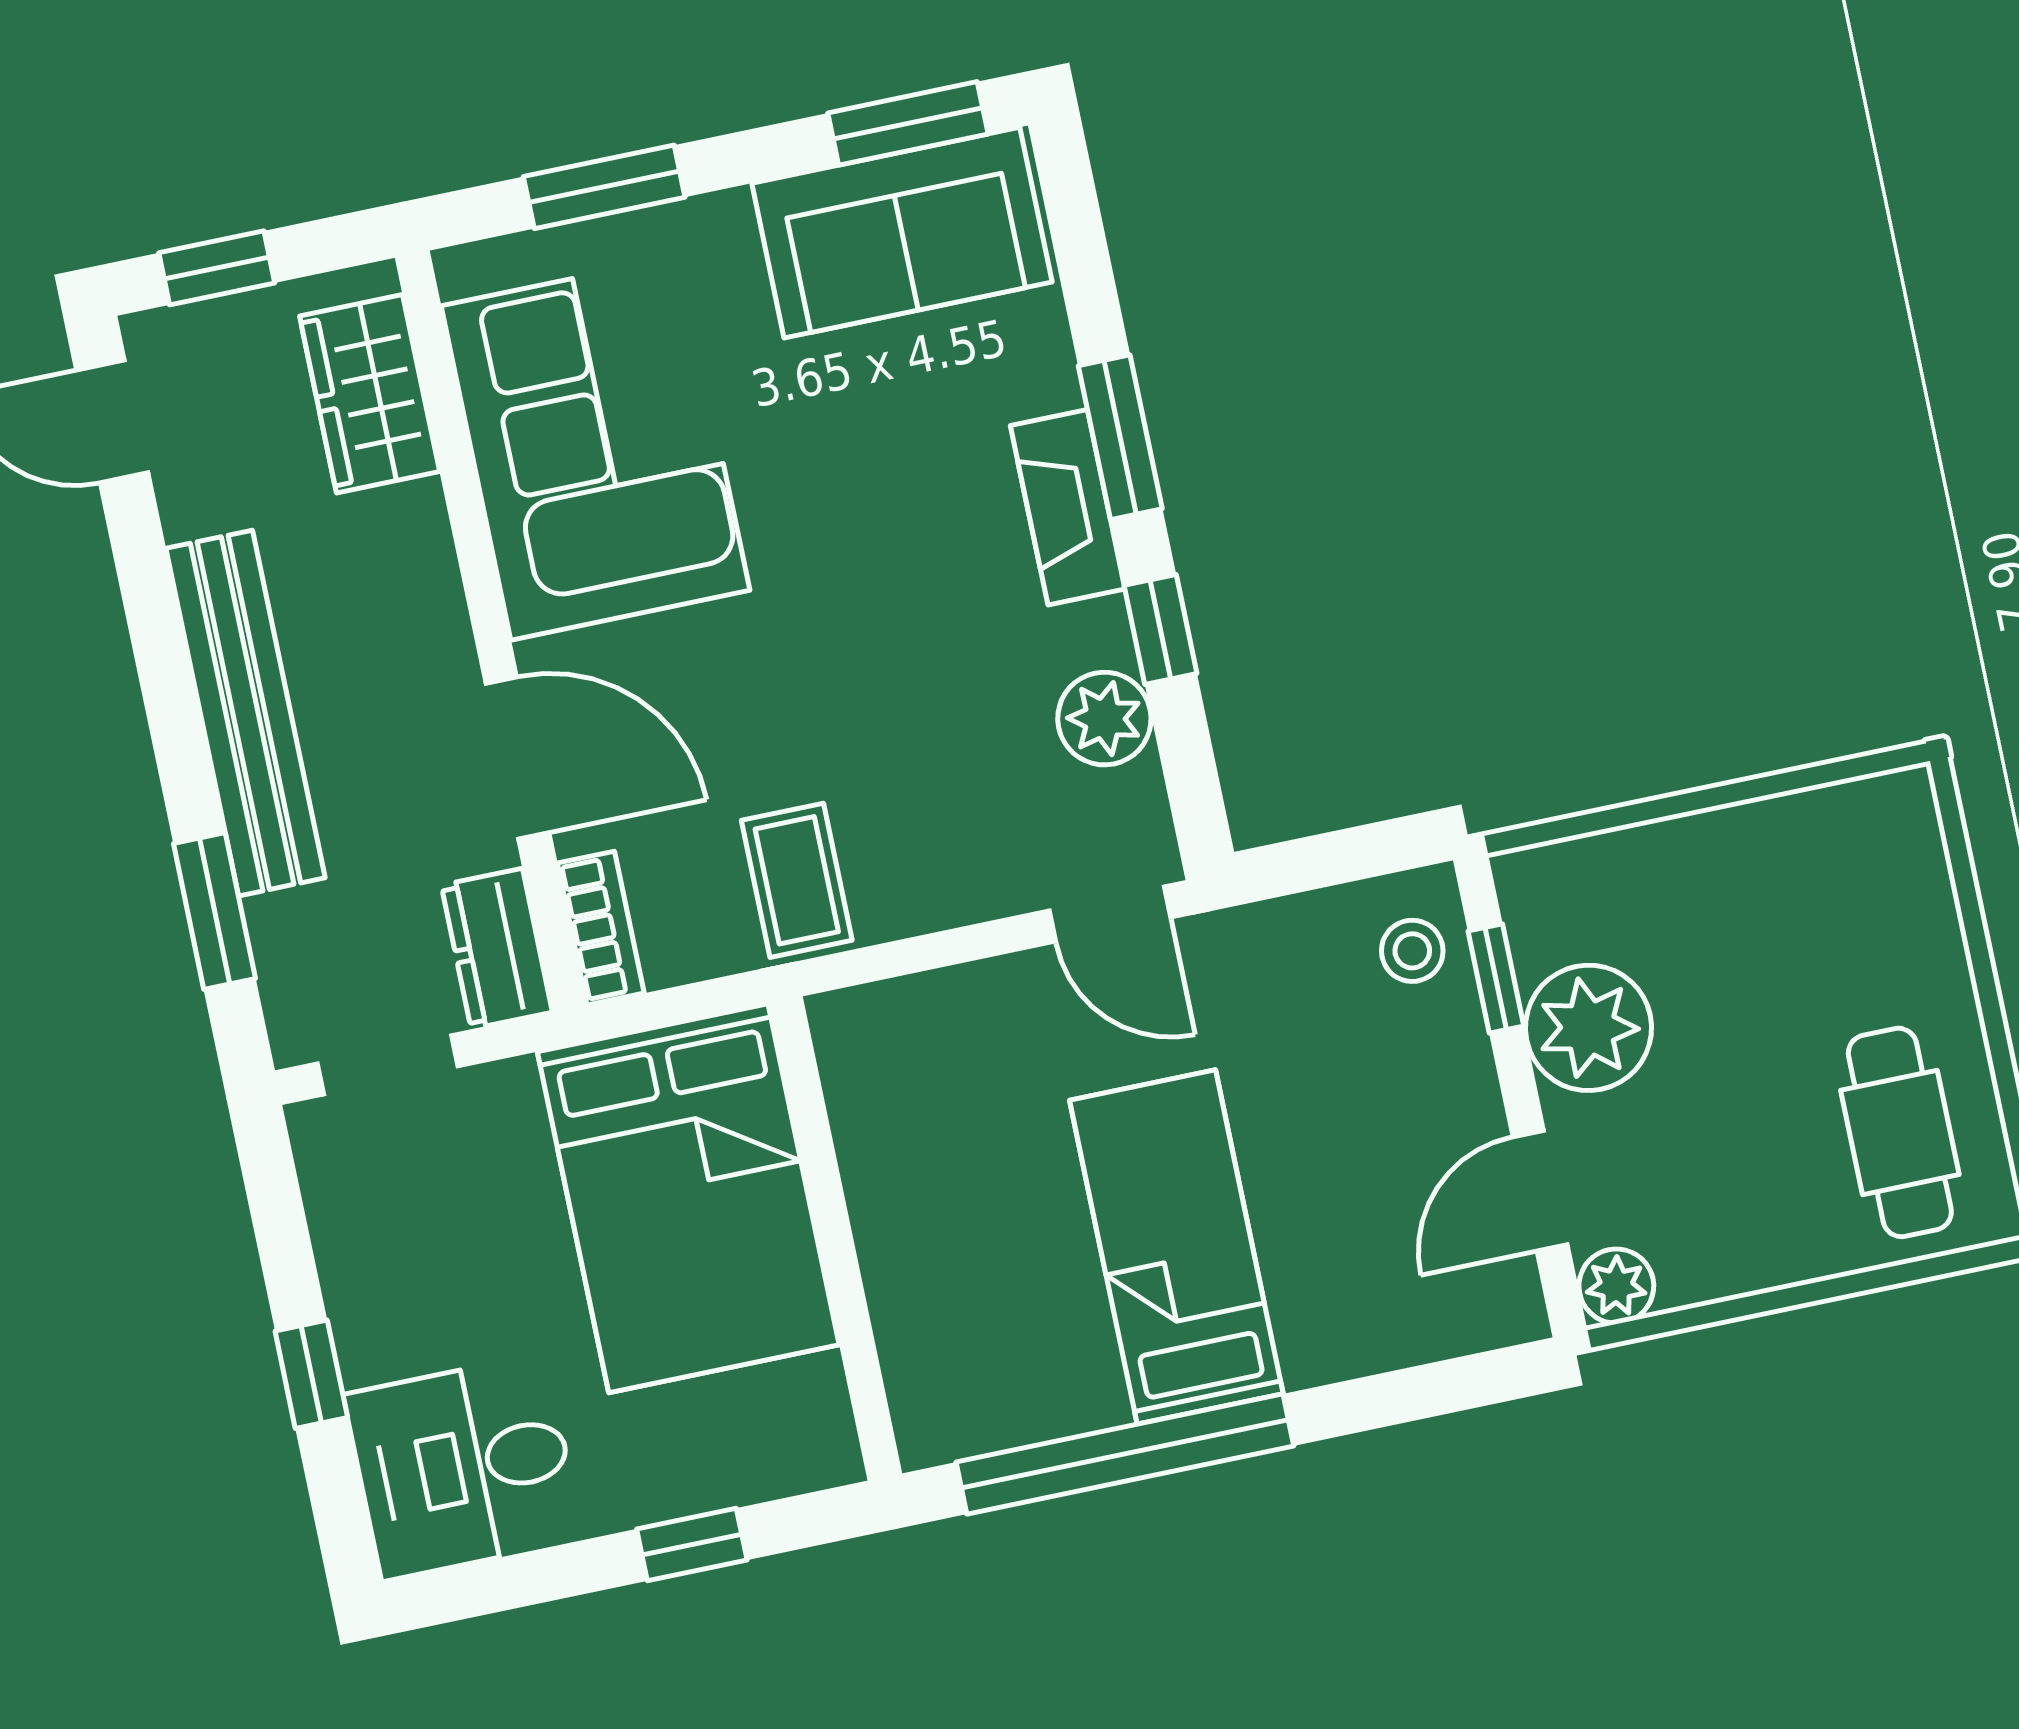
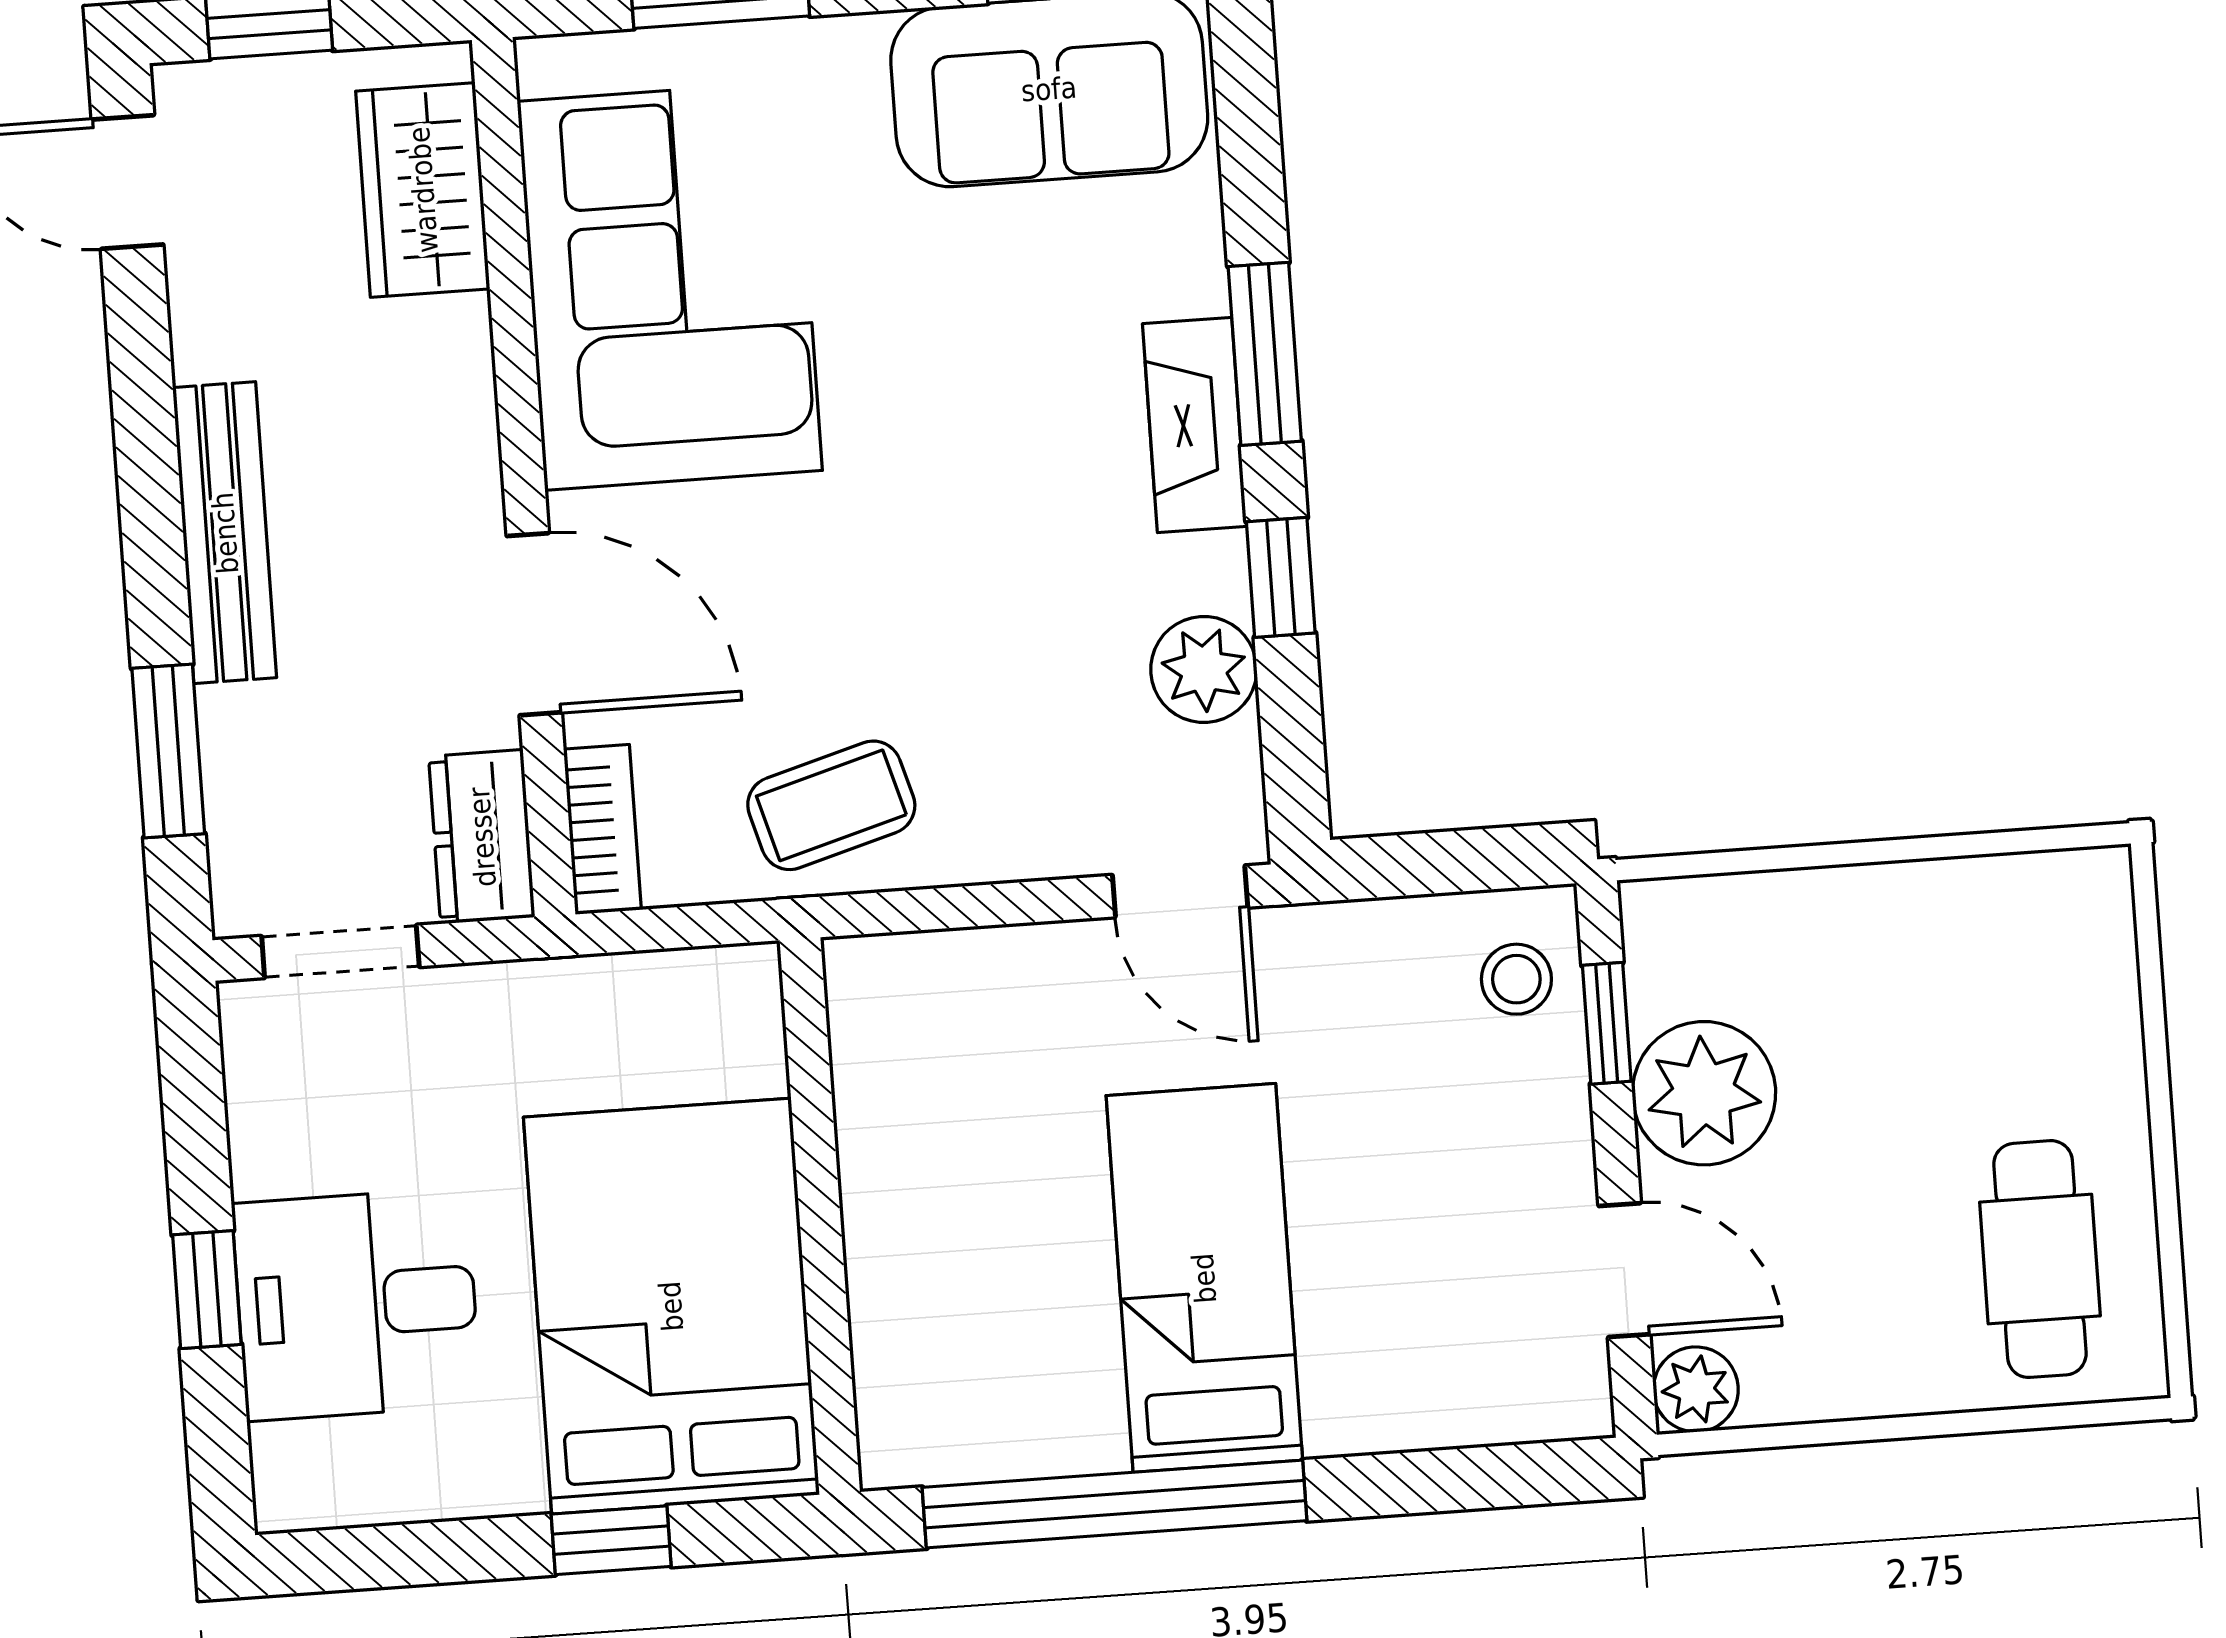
bench: (245, 713) -> (225, 533), width x0.73, depth x0.82
coffee table: (797, 880) -> (831, 805), turned 74
door: (1540, 1191) -> (1624, 1270), swing flipped
bed: (688, 1198) -> (671, 1306), moved, turned 180
desk: (463, 1467) -> (357, 1304), moved

